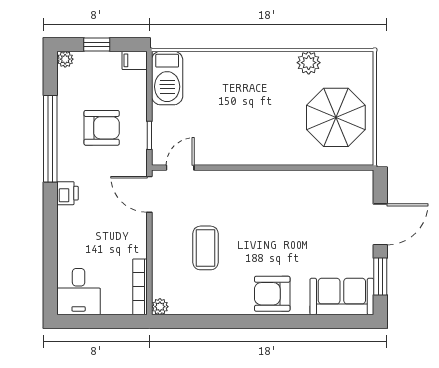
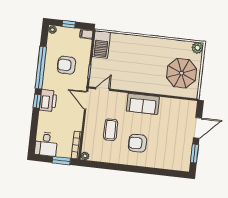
plant: (309, 63) -> (197, 48), moved
armchair: (102, 128) -> (66, 65), turned 180
printer: (67, 193) -> (48, 100), width x1.87, depth x1.48
window: (50, 207) -> (37, 101), added
armchair: (272, 294) -> (138, 143), moved
sofa: (342, 297) -> (143, 104), moved, turned 180
window: (113, 322) -> (61, 161), added

